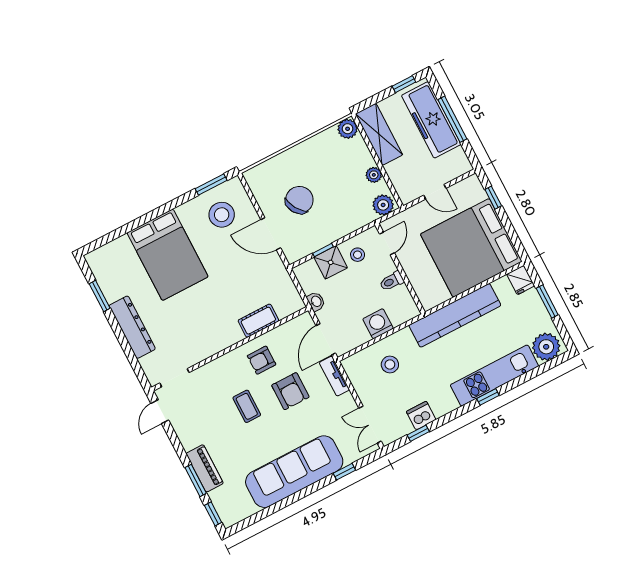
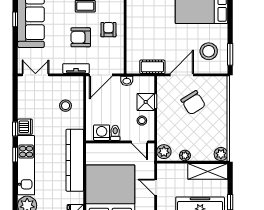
door: (435, 192) -> (156, 187), hinge flipped
cot: (258, 321) -> (152, 67), moved, turned 90
washing machine: (378, 324) -> (102, 133), moved, turned -90
door: (326, 339) -> (101, 75), swing flipped
dishwasher: (421, 416) -> (25, 127), moved
window: (418, 433) -> (15, 129), moved
window: (344, 472) -> (15, 19), moved

